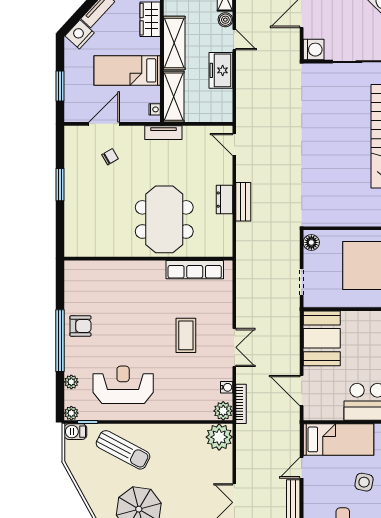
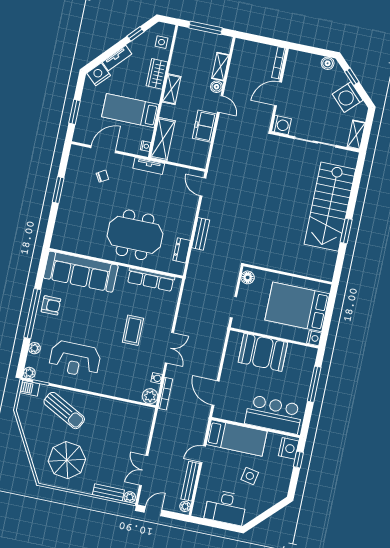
shelving: (174, 43) -> (171, 89), width x0.67, depth x0.75
dresser: (224, 200) -> (182, 250), moved
meeting table: (164, 219) -> (135, 235), turned 90
sofa: (108, 278) -> (81, 272), added
booth: (322, 338) -> (263, 352), moved, turned 90
reception desk: (123, 385) -> (75, 359), turned 180
plant: (219, 437) -> (142, 416), removed

